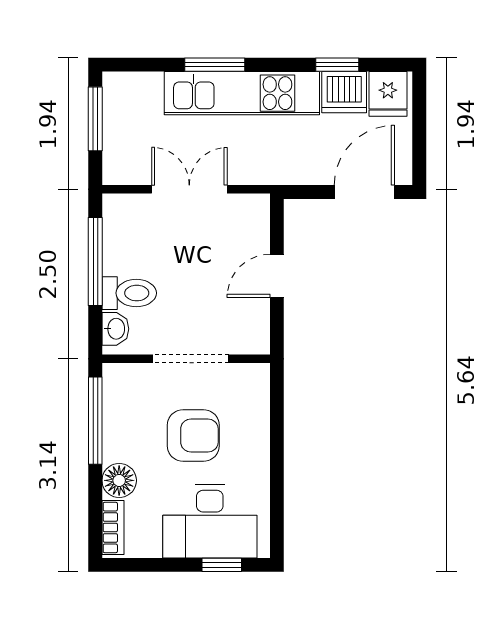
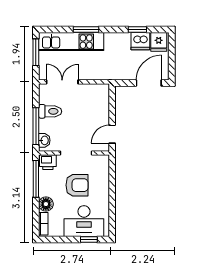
kitchen unit: (242, 93) -> (71, 42), moved
double door: (189, 189) -> (62, 82), moved
window: (95, 261) -> (36, 126), moved
door: (277, 276) -> (112, 134), moved
toilet: (129, 293) -> (50, 111), moved
printer: (124, 381) -> (48, 162), added

